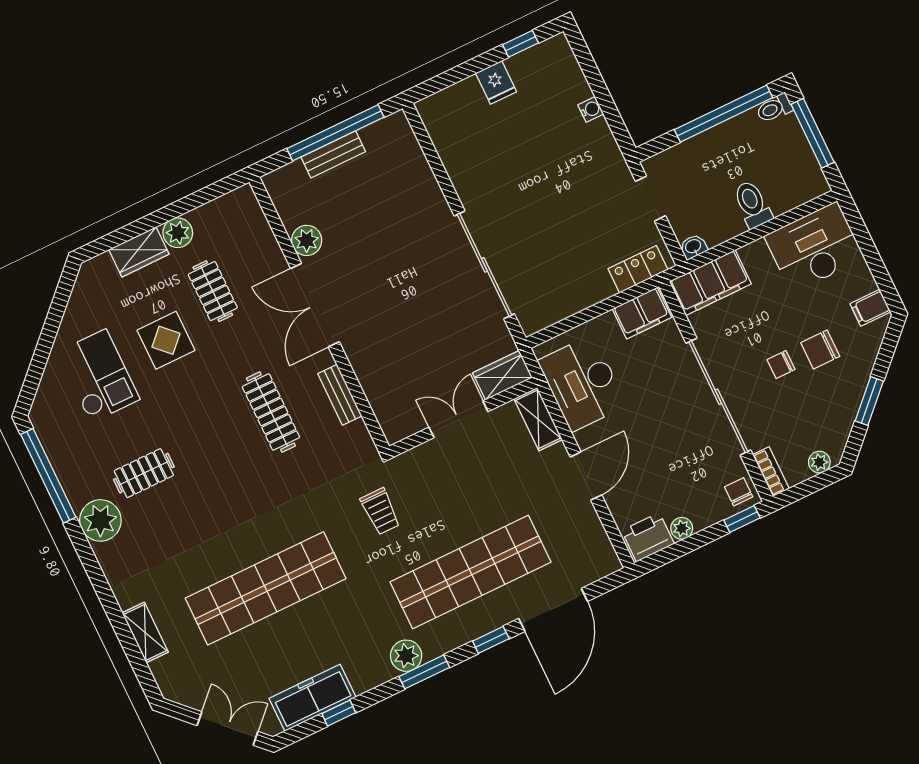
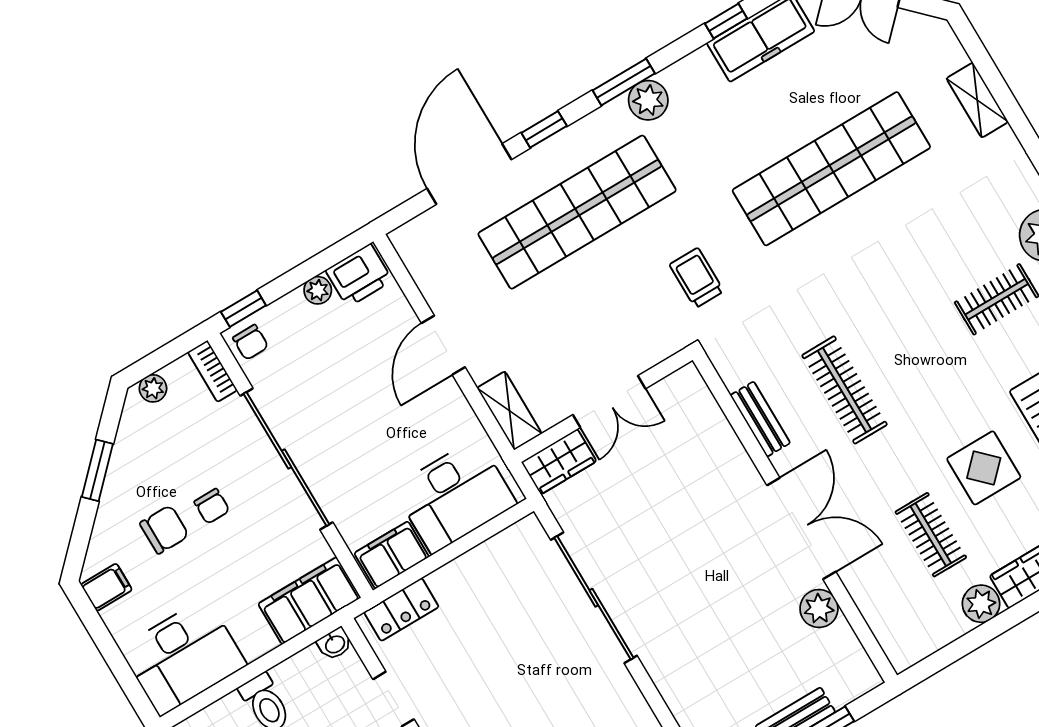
chair: (781, 365) -> (212, 506), turned 90
desk: (582, 383) -> (455, 496), moved, turned 90

